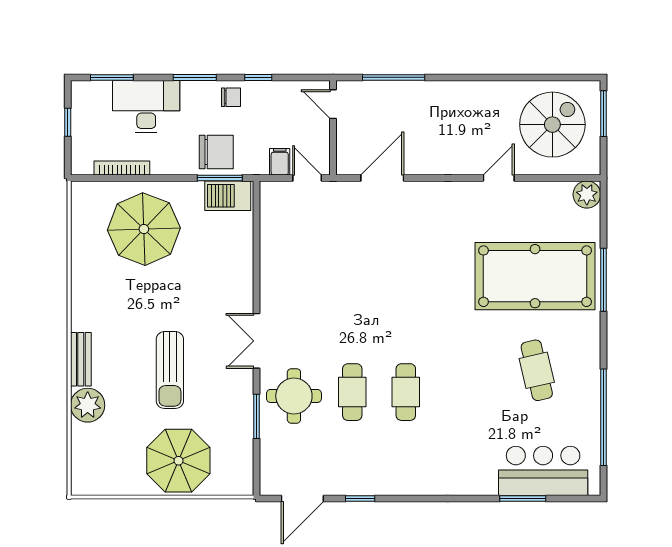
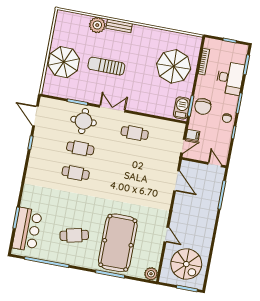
door: (333, 104) -> (215, 165), hinge flipped
cafe table: (299, 284) -> (135, 133), added

